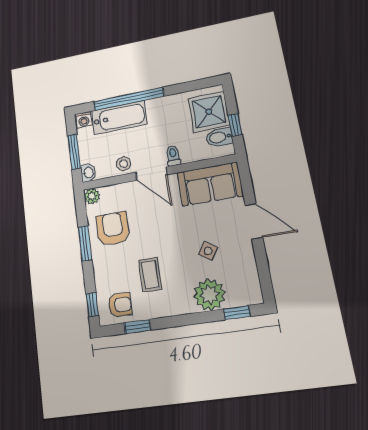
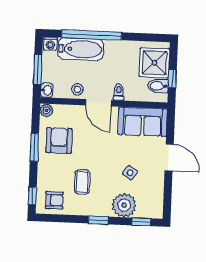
window: (138, 326) -> (98, 220), moved

